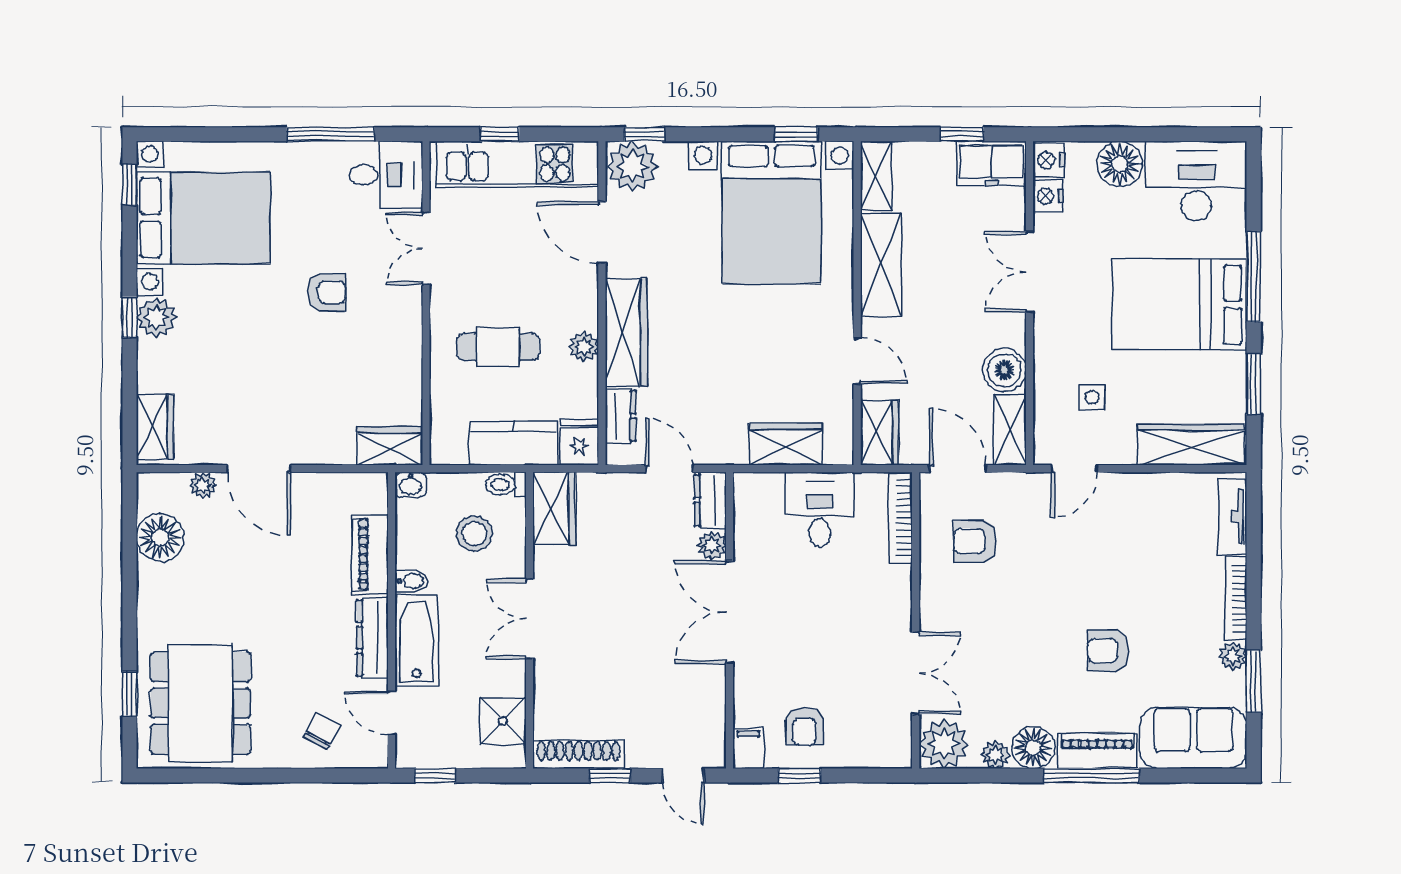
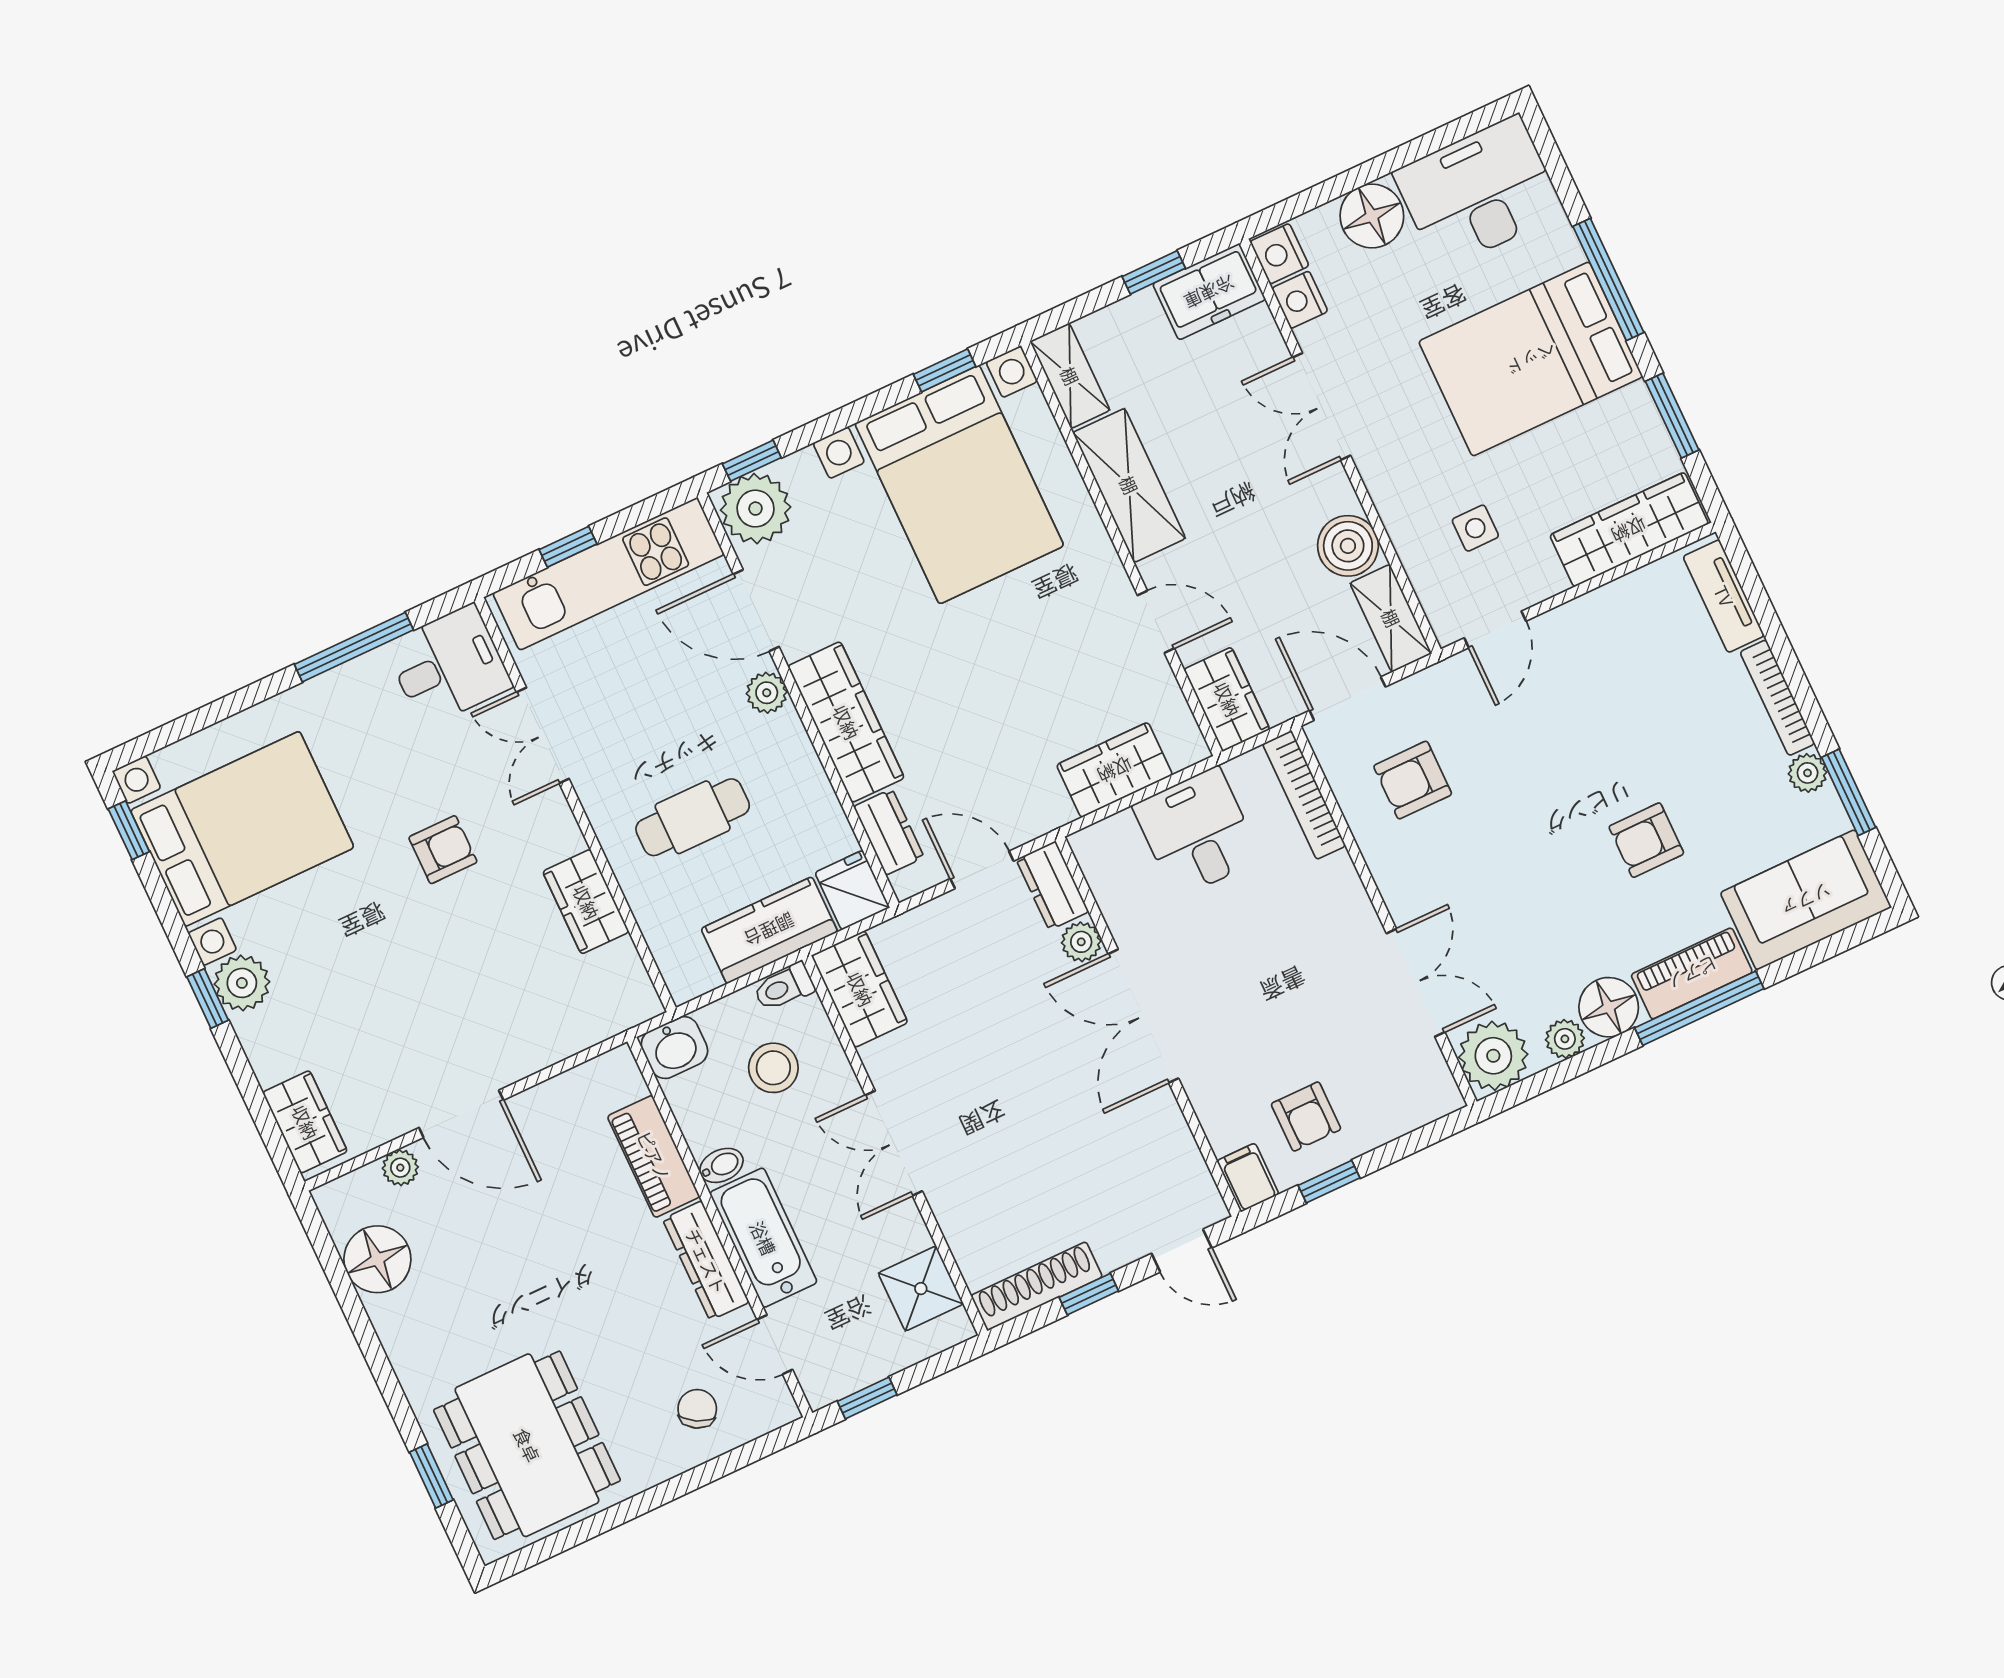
plant: (584, 347) -> (767, 693), moved
wardrobe: (390, 446) -> (586, 902), moved, turned -90
washbasin: (411, 485) -> (674, 1047), width x1.38, depth x1.45

